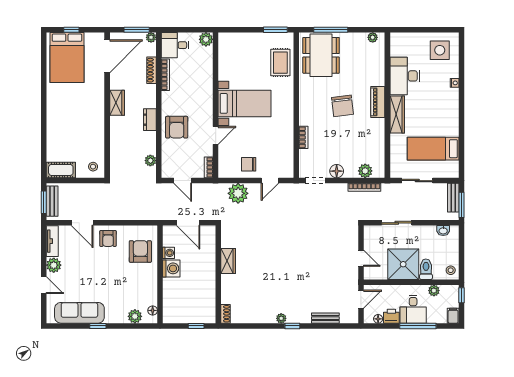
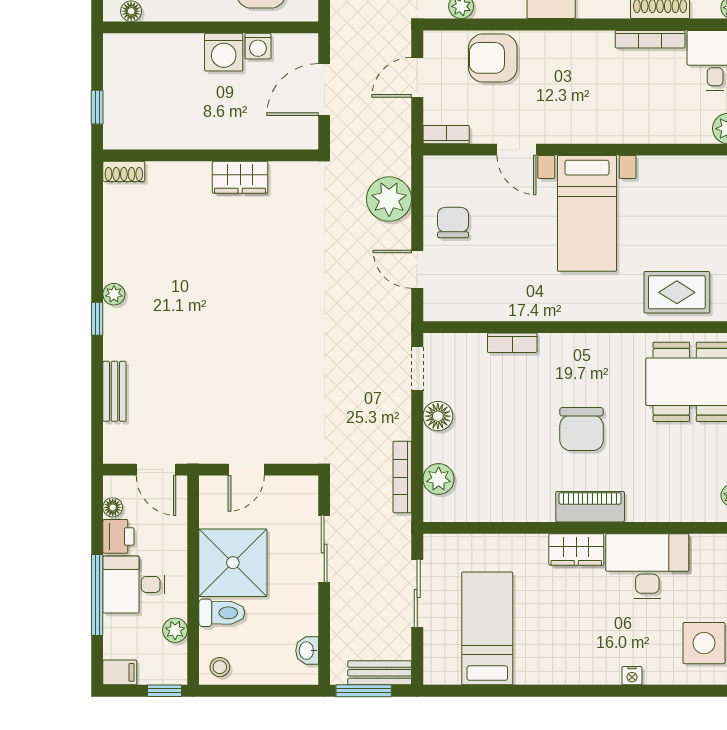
chair: (342, 106) -> (582, 429), turned -83
wardrobe: (397, 114) -> (576, 550), width x0.67
armchair: (177, 127) -> (493, 58), moved

